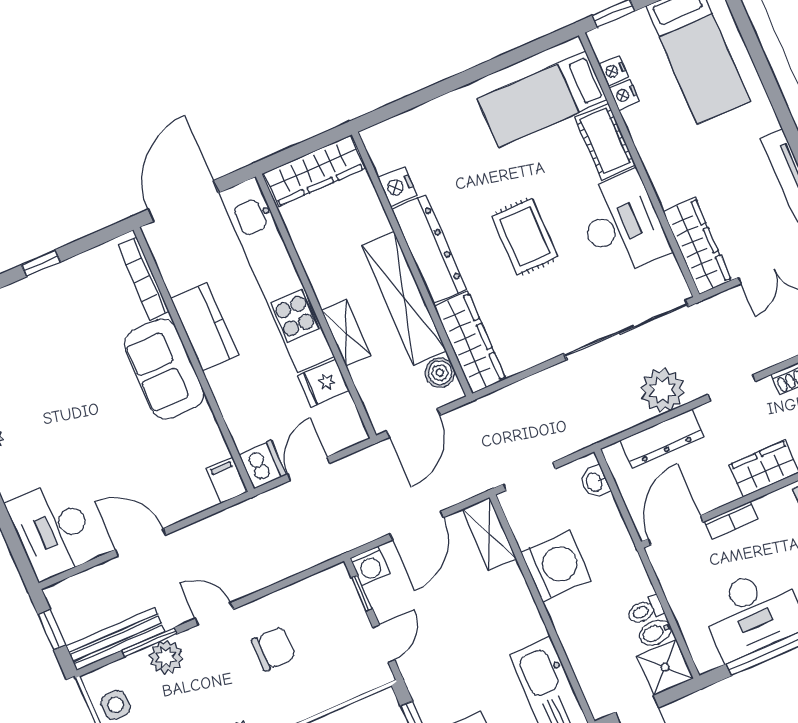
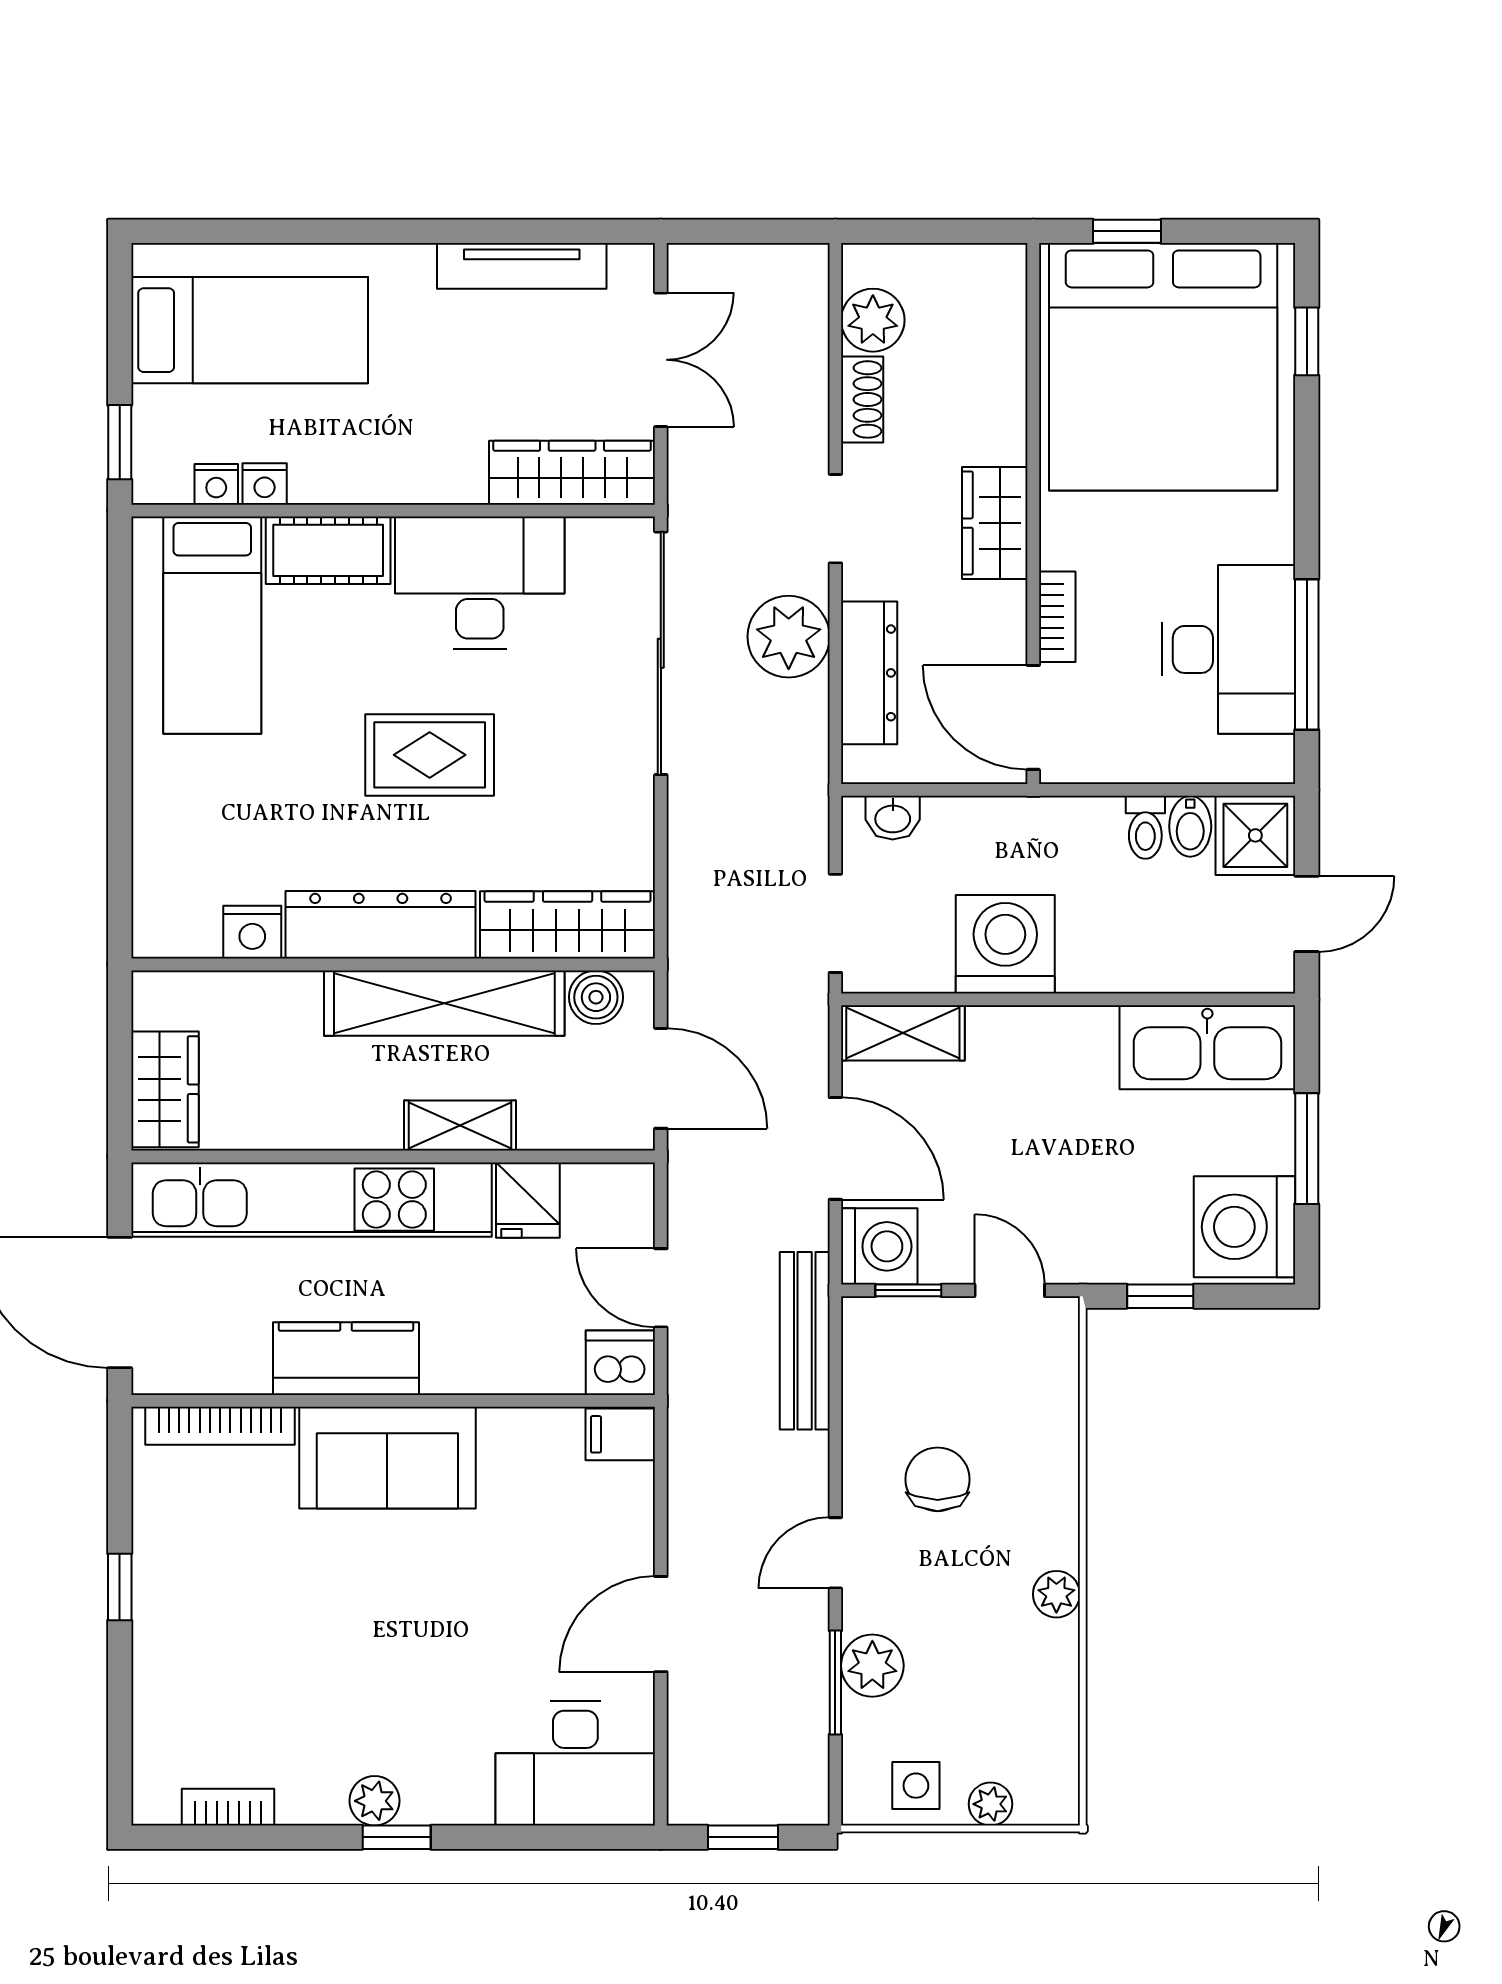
wardrobe: (314, 171) -> (165, 1089), width x0.67
washing machine: (370, 566) -> (879, 1246), width x1.38, depth x1.38
bench: (116, 639) -> (805, 1341), moved

